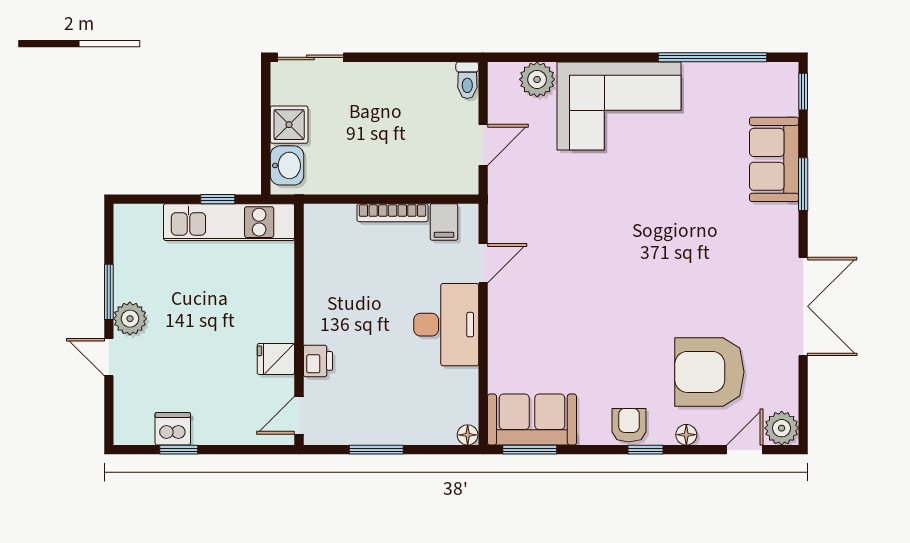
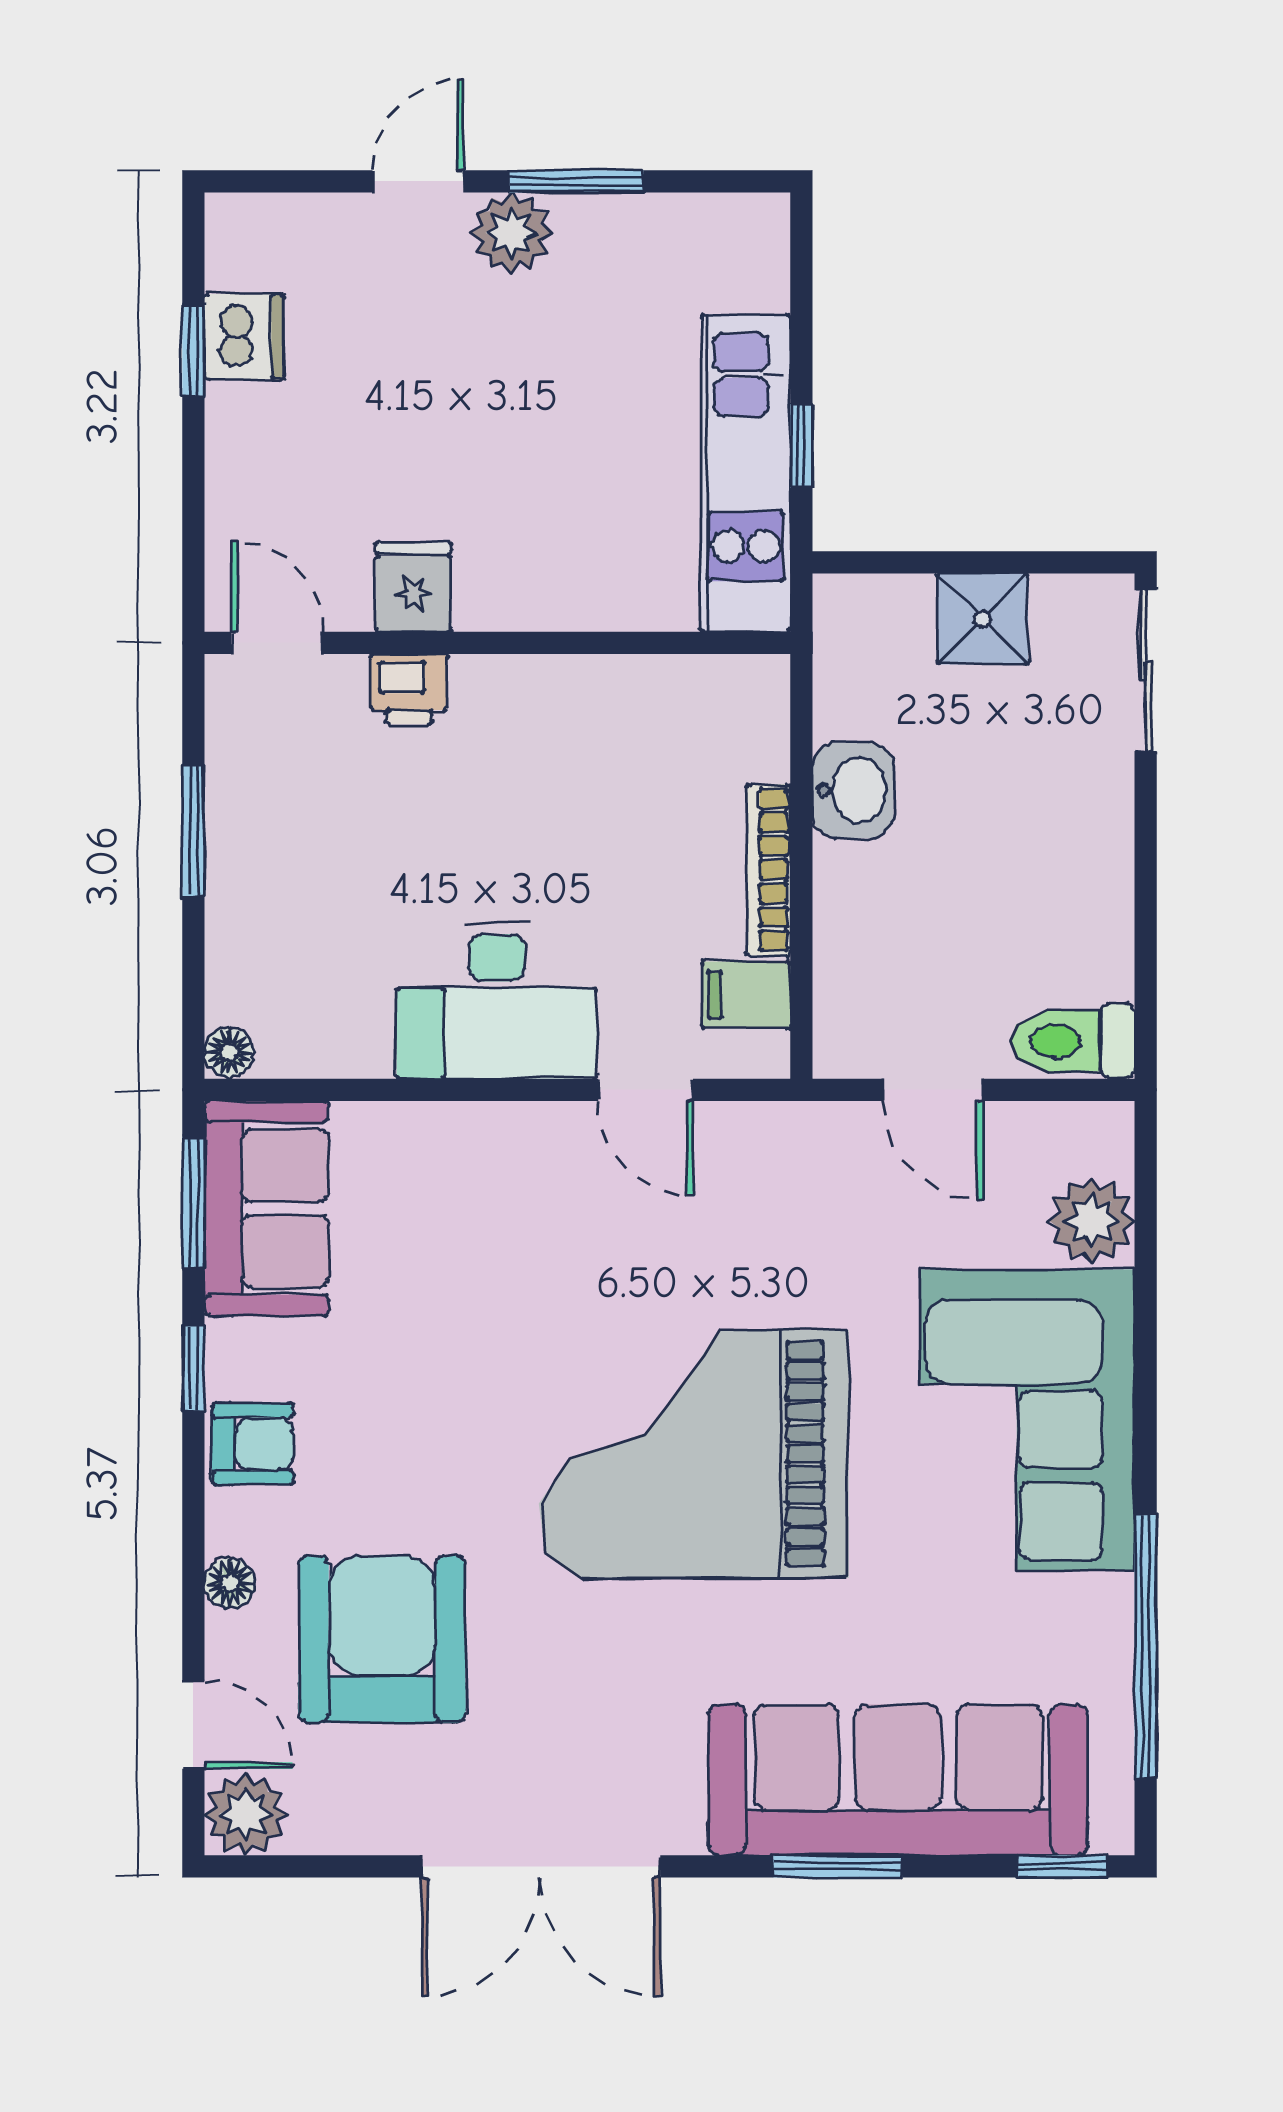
toilet: (467, 80) -> (1073, 1041), width x1.37, depth x1.39
sofa: (774, 159) -> (898, 1780), width x1.85, depth x1.27
washbasin: (287, 165) -> (853, 790), moved, turned -90
grand piano: (633, 244) -> (694, 1454), added
window: (645, 450) -> (193, 1368), moved

